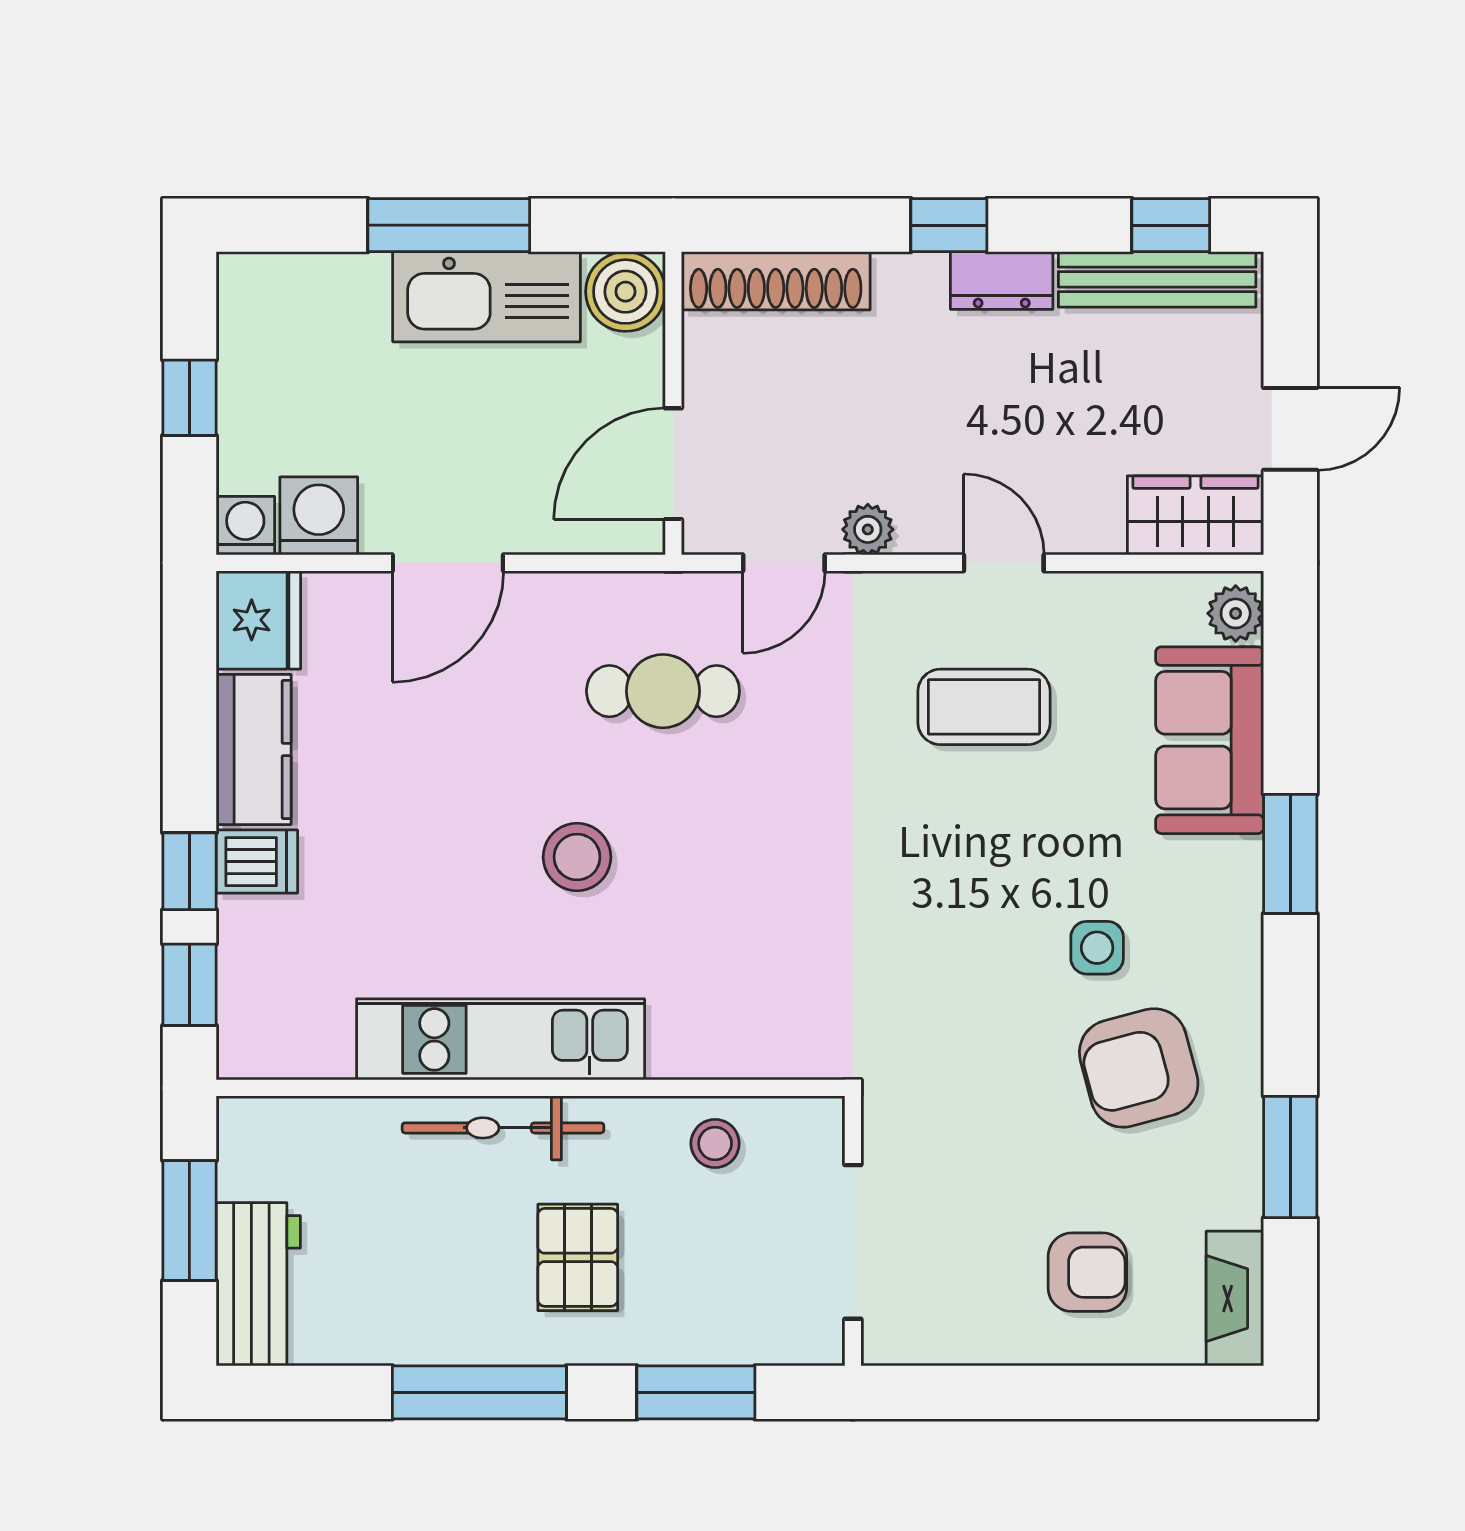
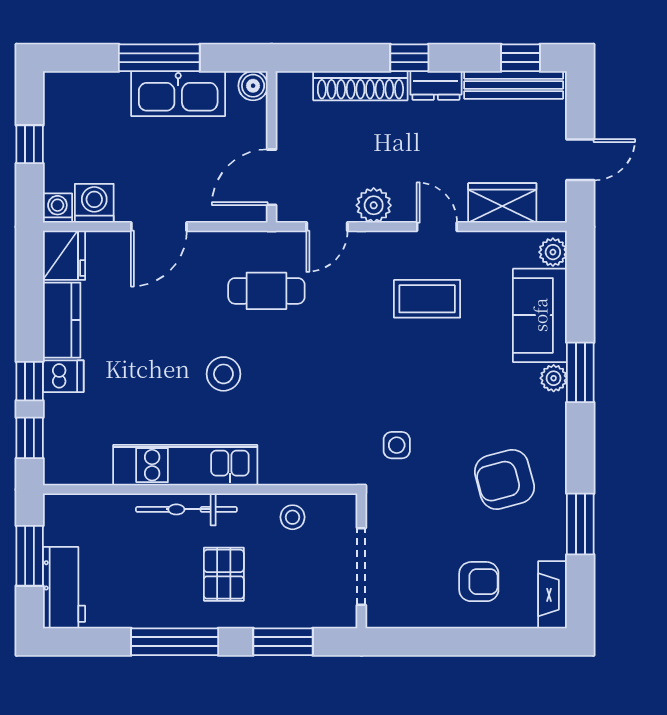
shoe rack: (776, 281) -> (360, 86), moved
boiler: (625, 292) -> (253, 86), width x0.73, depth x0.73
wardrobe: (1195, 515) -> (502, 203), moved
plant: (868, 529) -> (374, 205), width x1.38, depth x1.38
plant: (1237, 866) -> (554, 378), added
side table: (1097, 948) -> (397, 445), moved

